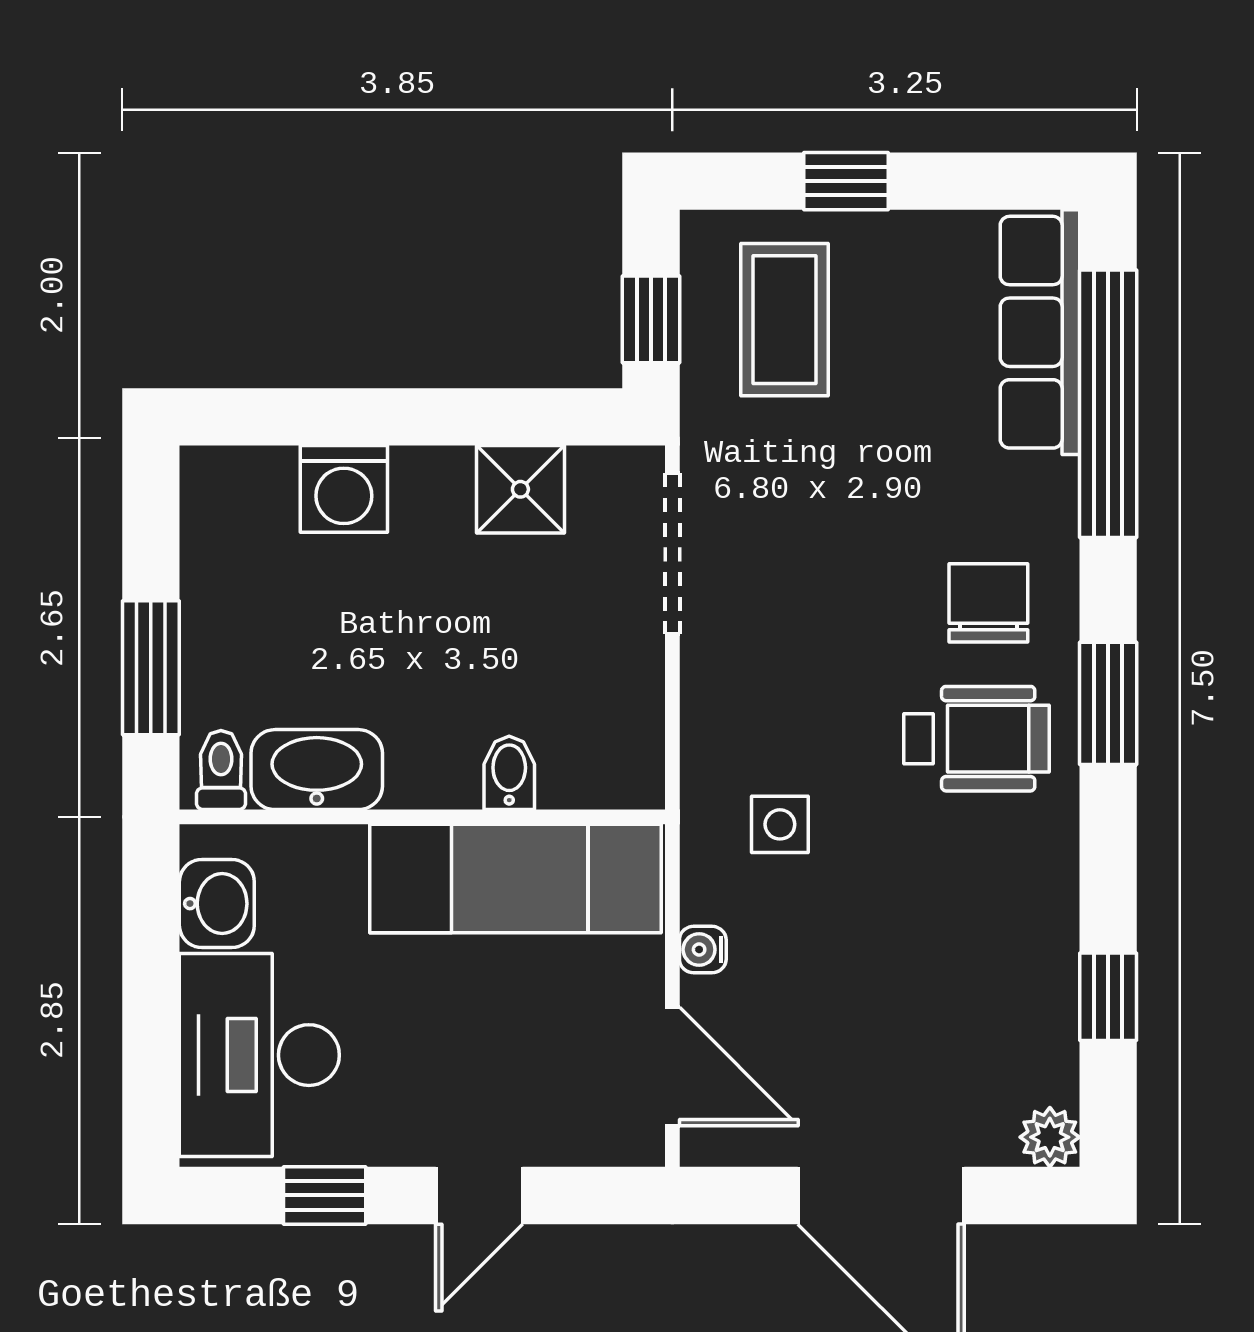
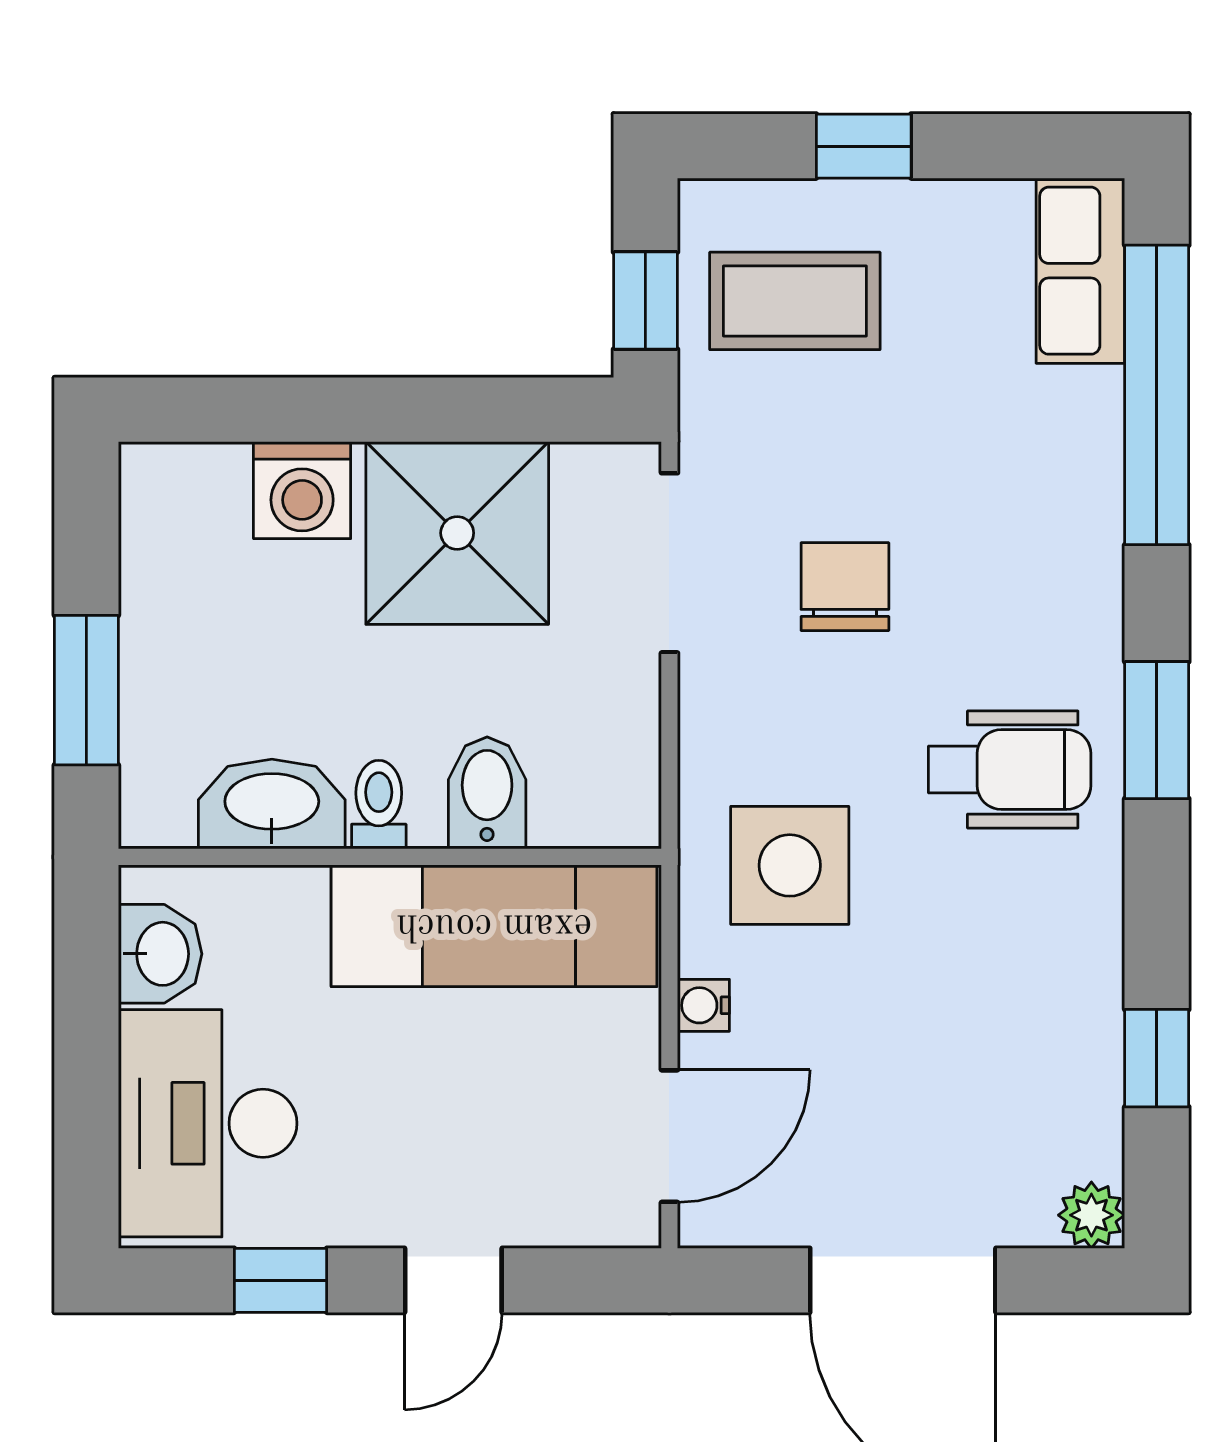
coffee table: (785, 320) -> (795, 301), turned 90
row of seats: (1040, 332) -> (1080, 271), width x0.68
shower: (520, 489) -> (457, 533), width x1.86, depth x1.86
chair: (988, 603) -> (845, 587), moved
toilet: (221, 770) -> (379, 805), moved
bidet: (509, 773) -> (487, 793), width x1.38, depth x1.36
side table: (780, 824) -> (790, 865), width x1.87, depth x1.87
door: (672, 1067) -> (669, 1136), hinge flipped

